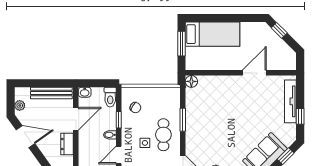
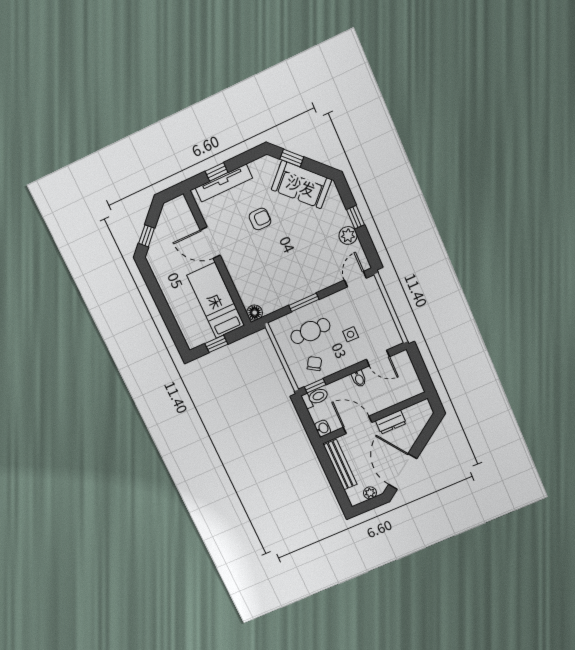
bed: (212, 34) -> (216, 301), moved
window: (181, 44) -> (216, 344), width x0.67
armchair: (255, 115) -> (260, 219), added
window: (300, 116) -> (217, 172), moved
window: (119, 120) -> (315, 386), moved
cafe table: (163, 135) -> (310, 331), moved
door: (25, 137) -> (403, 472), width x1.36

